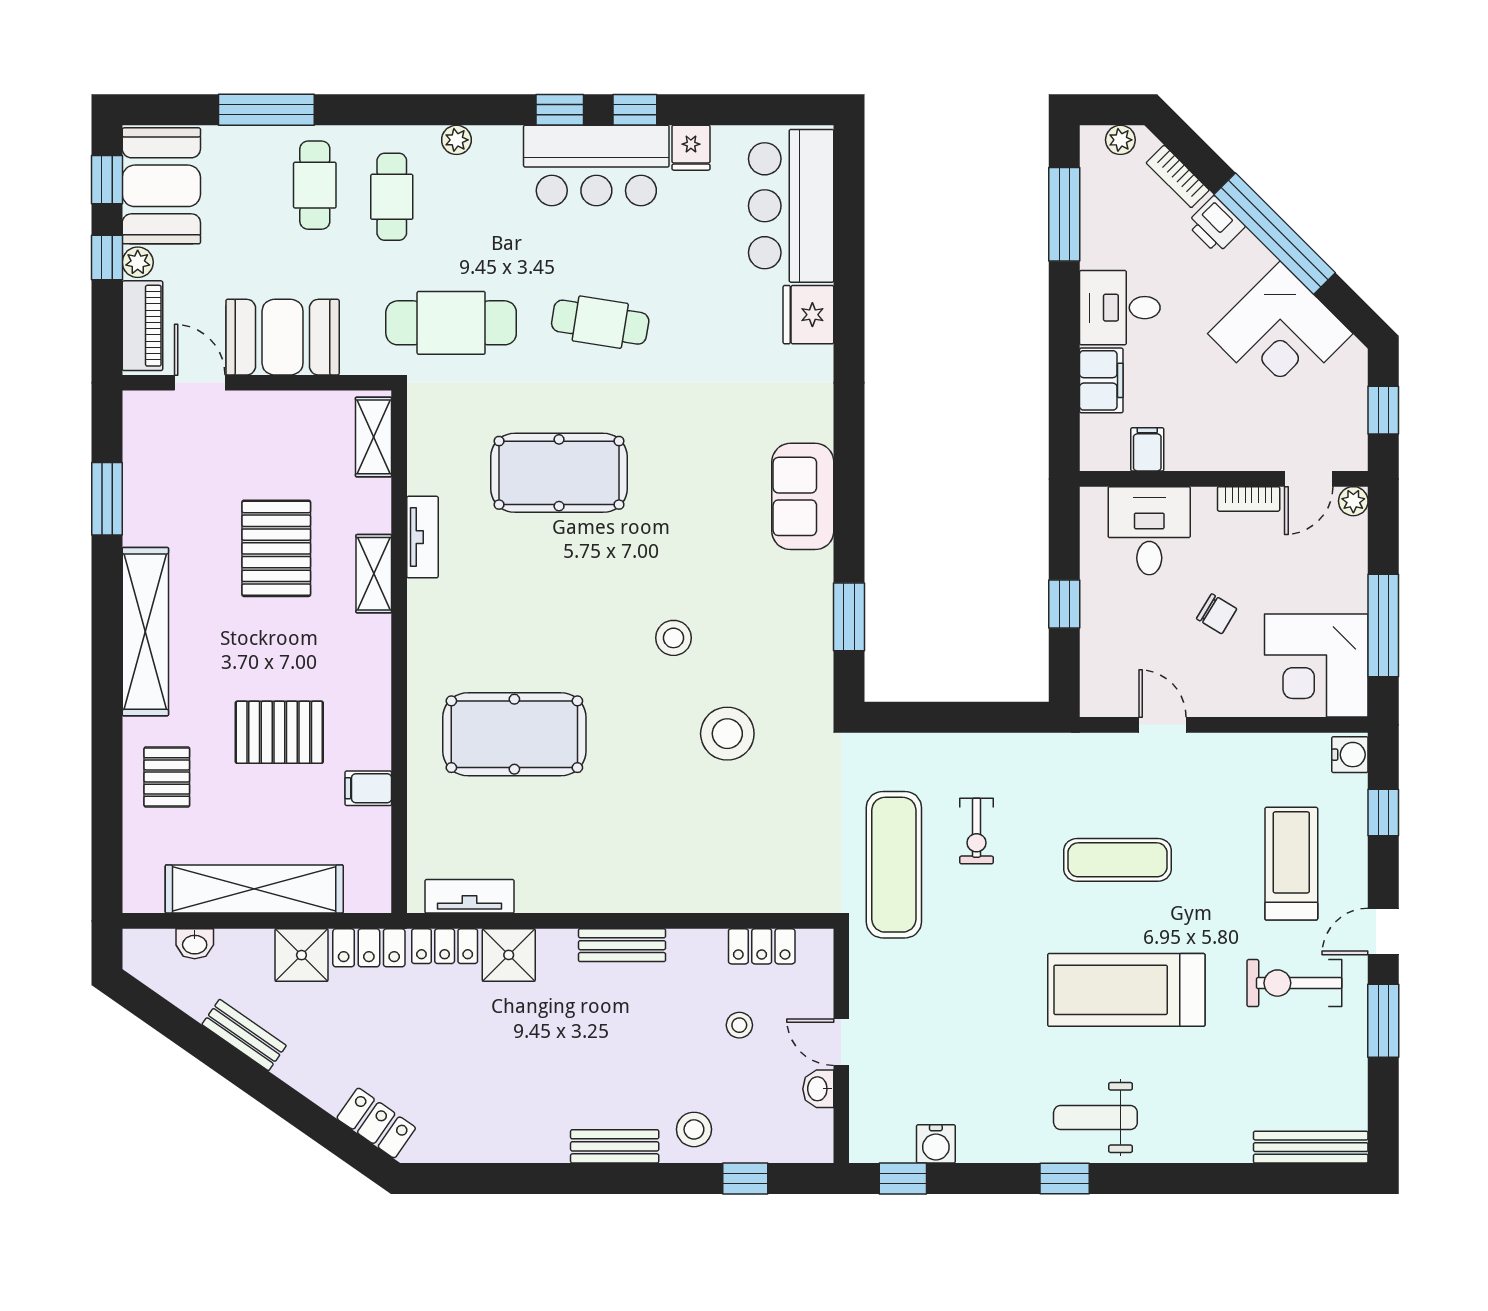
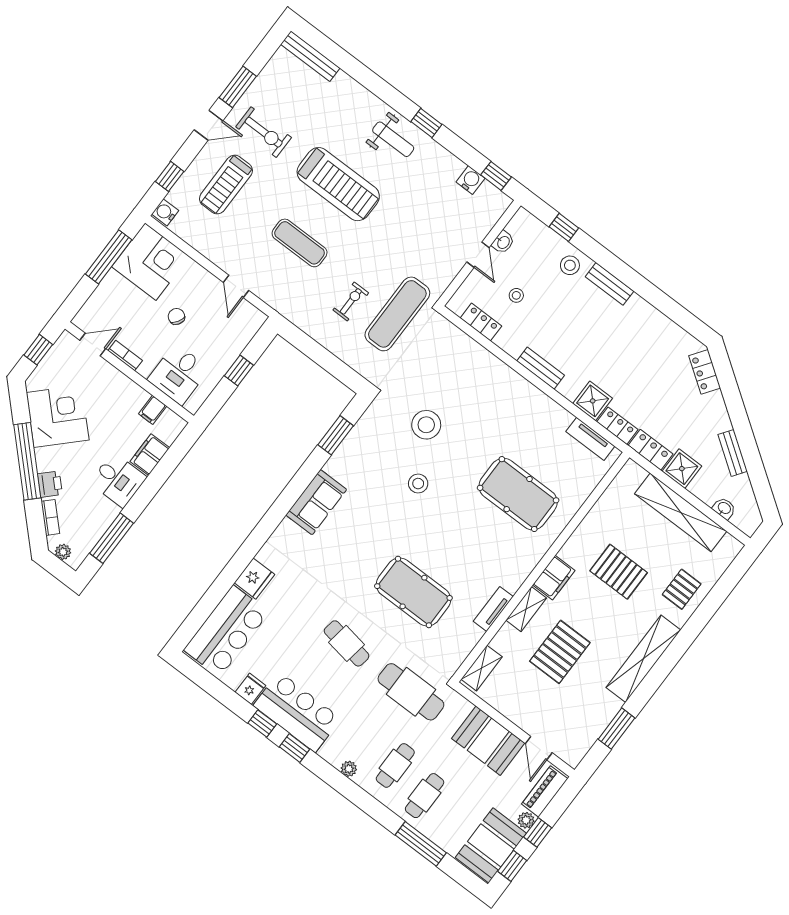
plant: (1353, 501) -> (81, 320), removed
filing cabinet: (368, 788) -> (554, 578), moved, width x2.00

